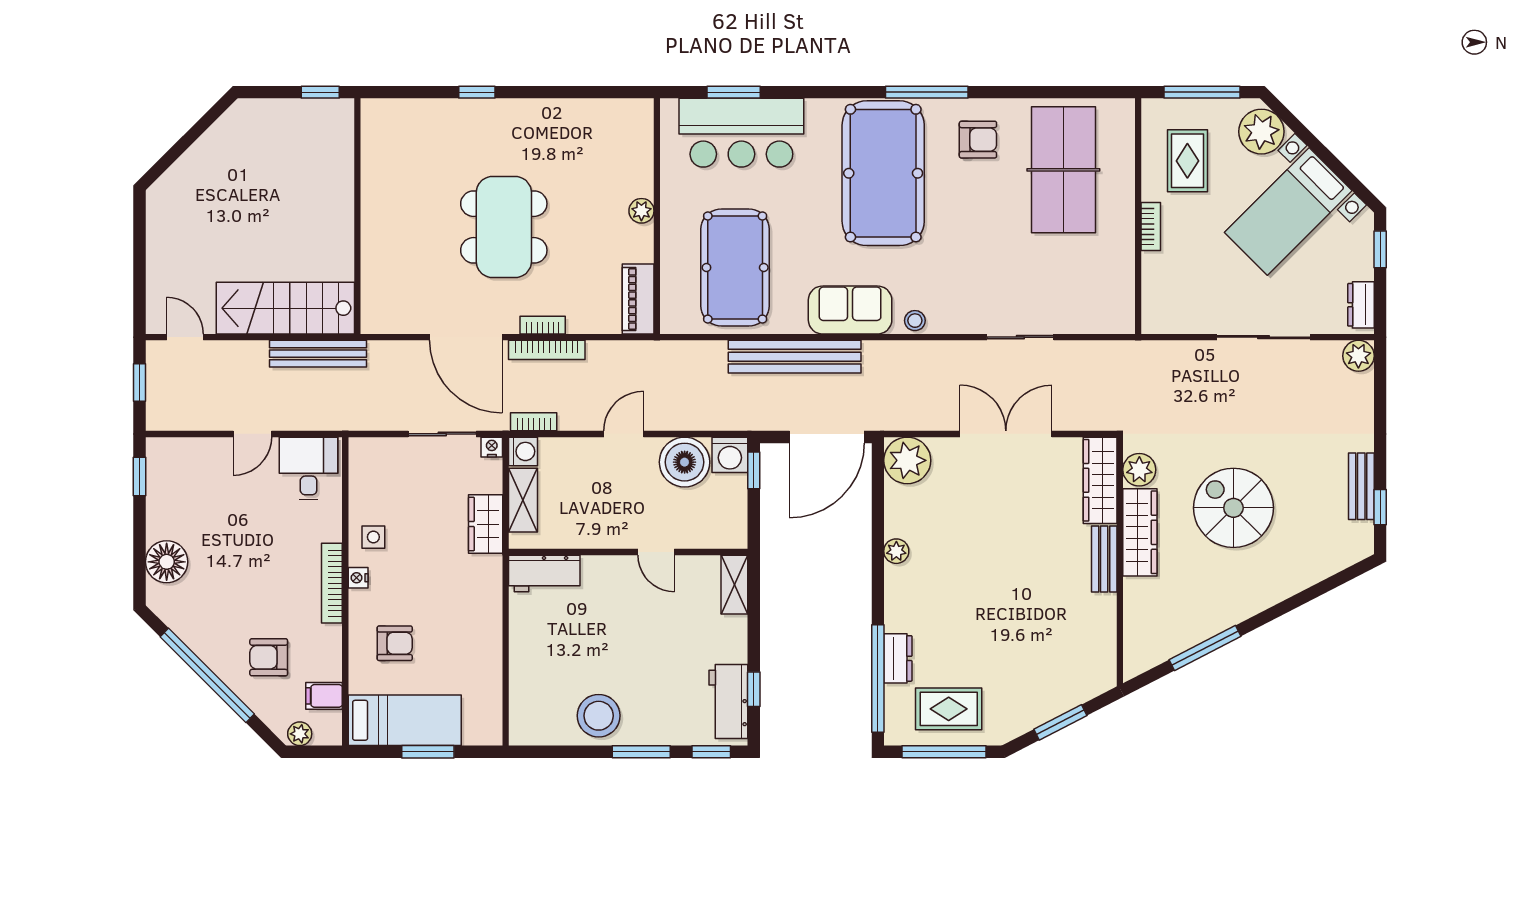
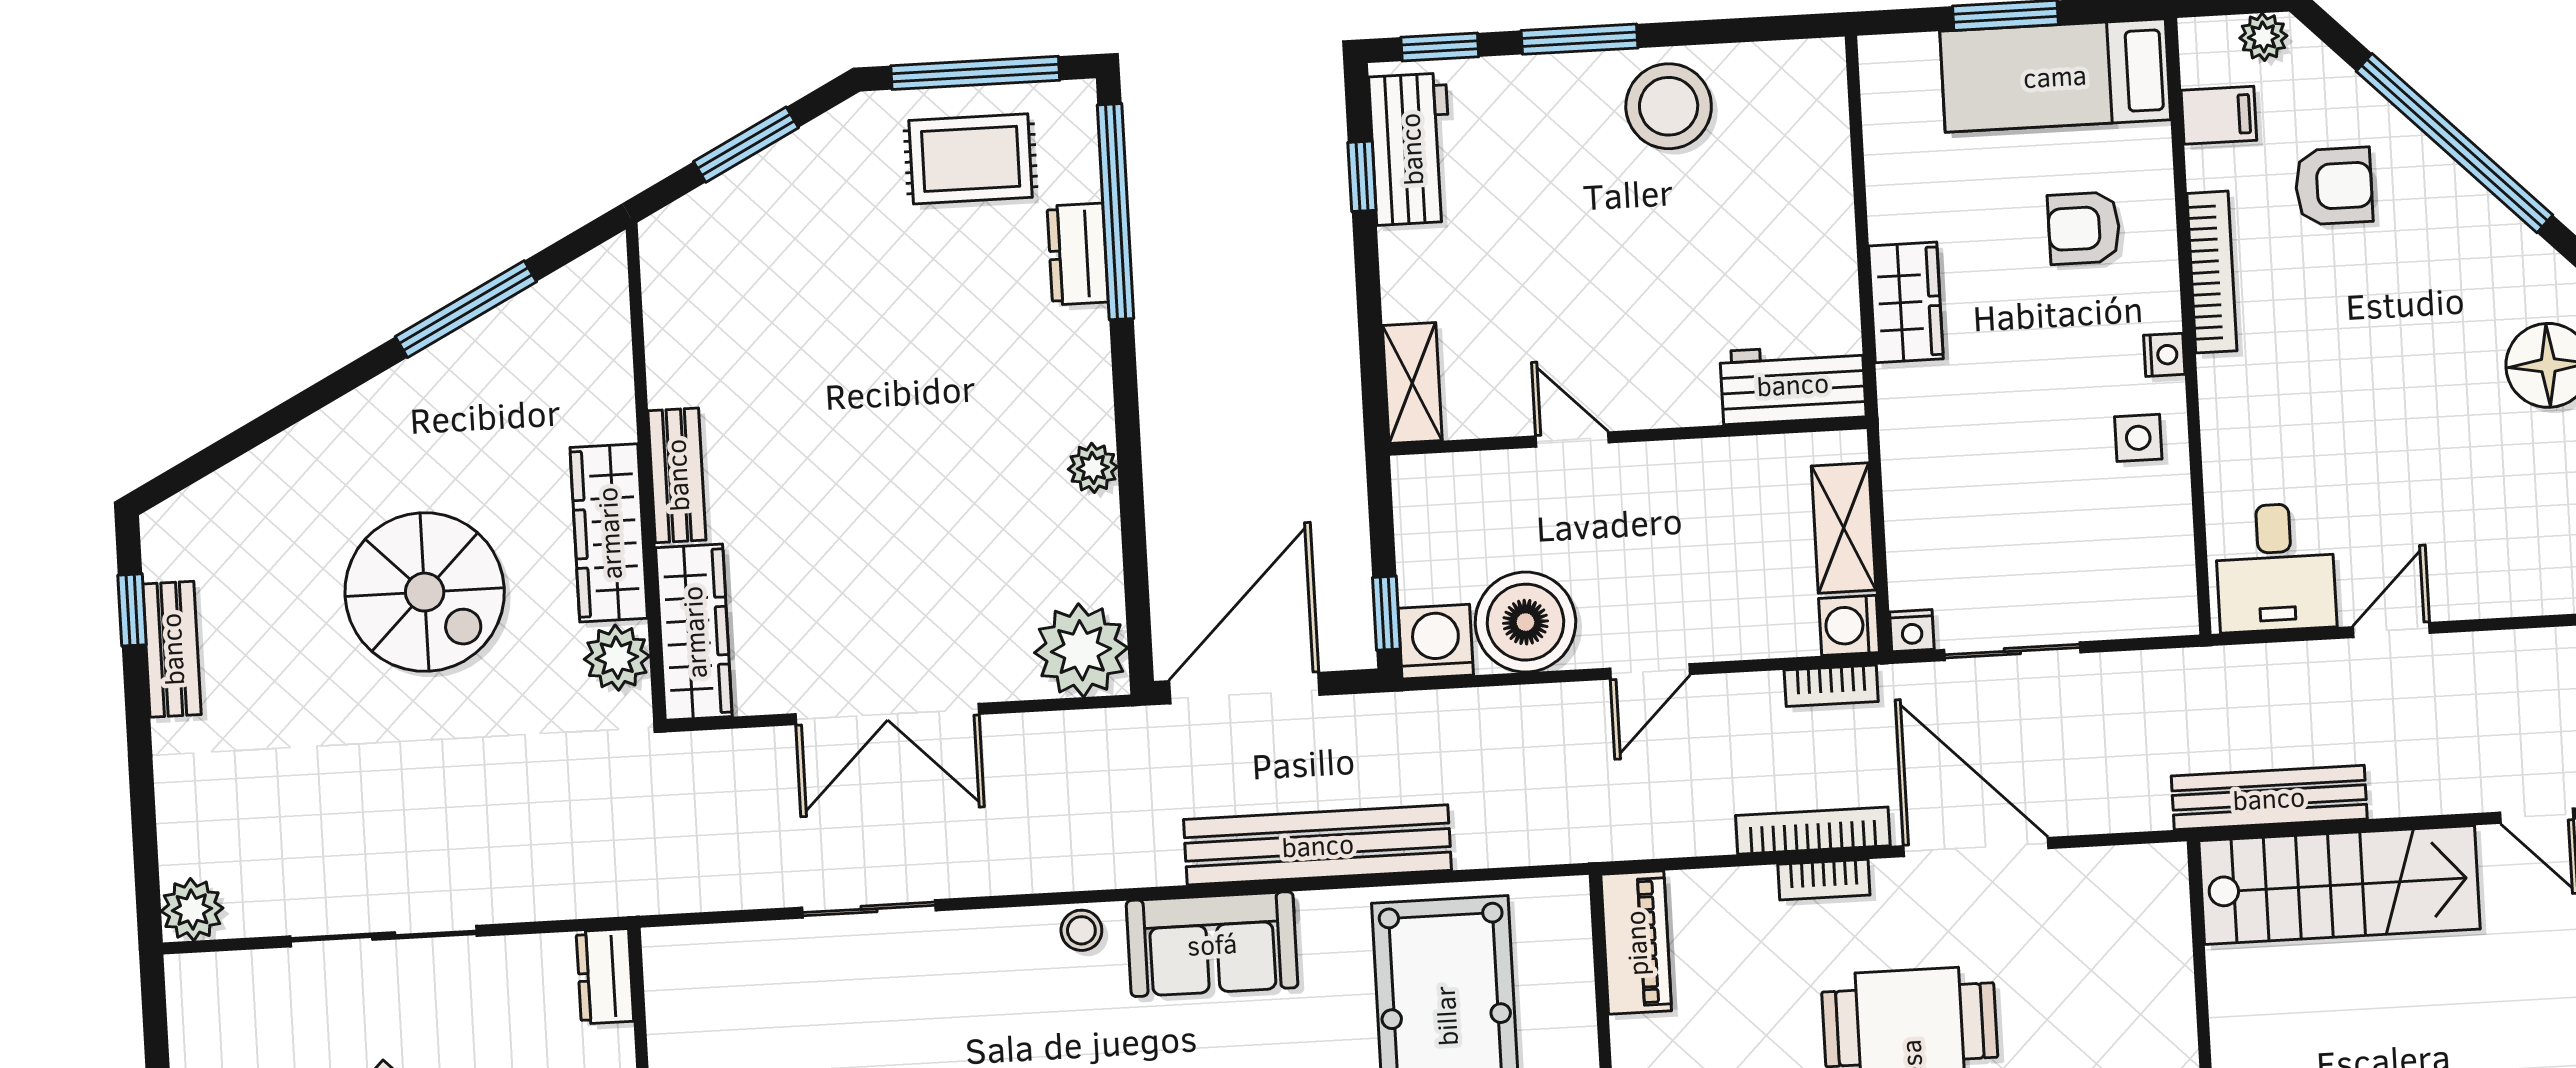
dresser: (1361, 305) -> (605, 976), moved, turned 180
wardrobe: (486, 524) -> (1906, 302), moved
bookcase: (332, 583) -> (2212, 272), moved

